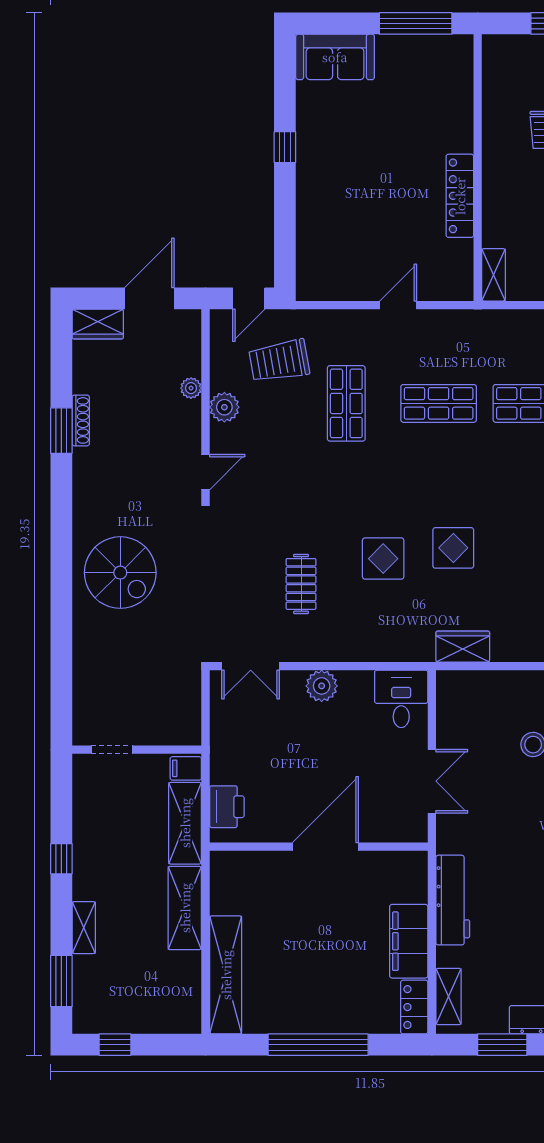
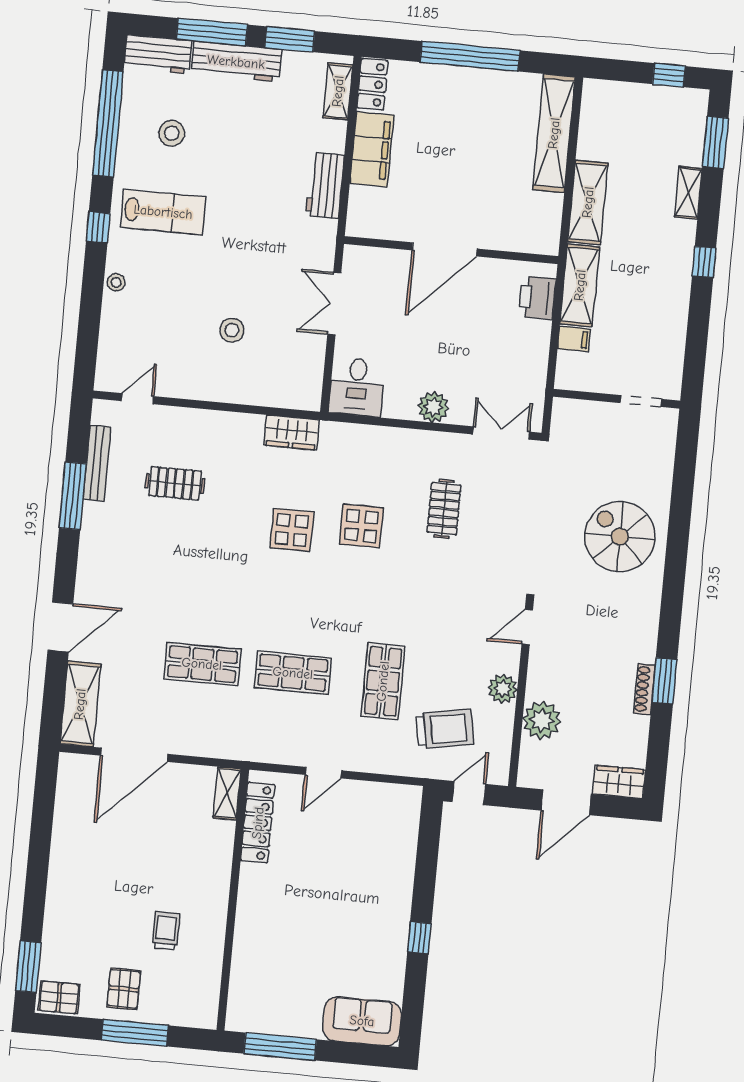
locker: (460, 196) -> (258, 823), moved
plant: (191, 388) -> (542, 720), width x1.87, depth x1.87
doorway: (112, 750) -> (641, 401), moved
wall: (137, 750) -> (617, 399), moved
workbench: (453, 900) -> (325, 185), width x0.73

